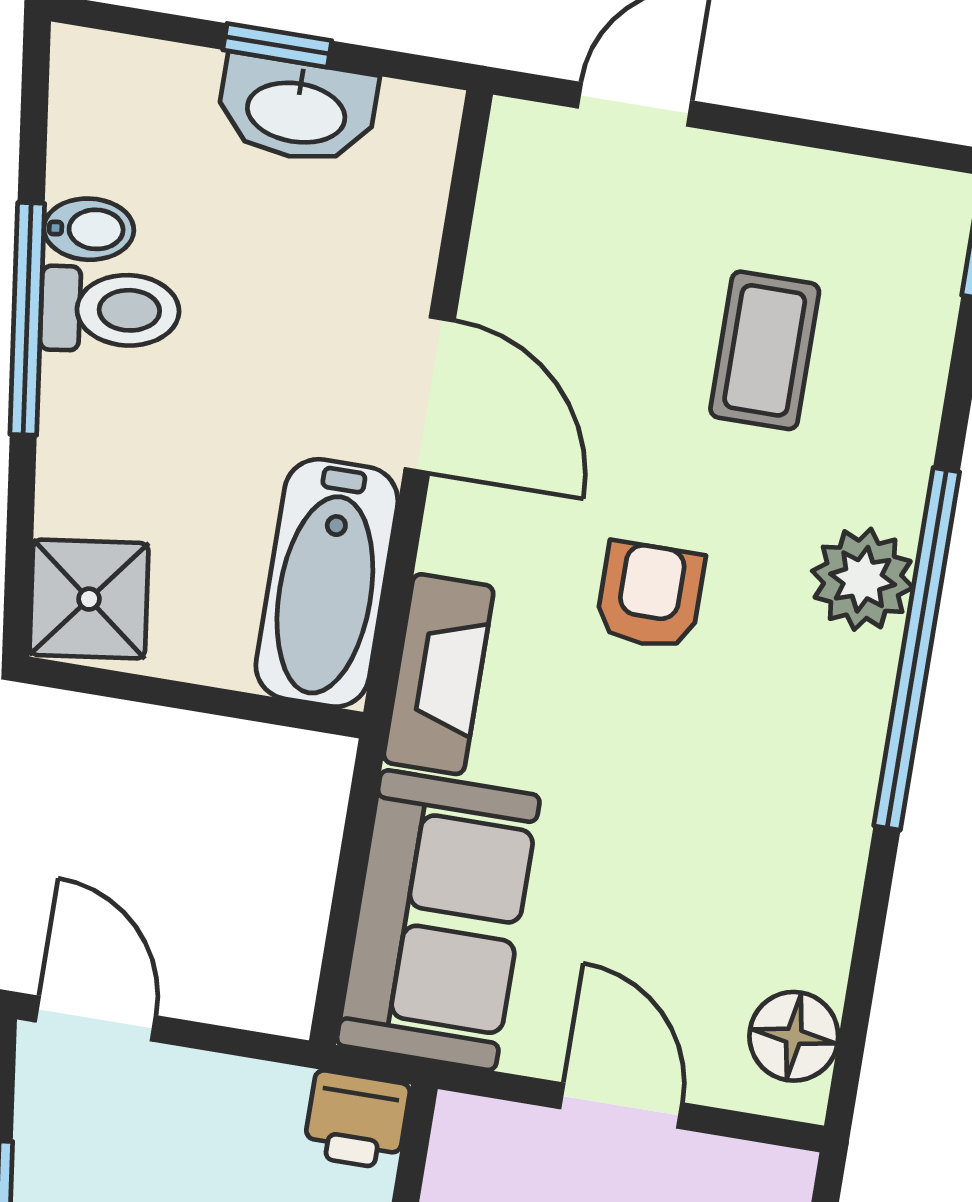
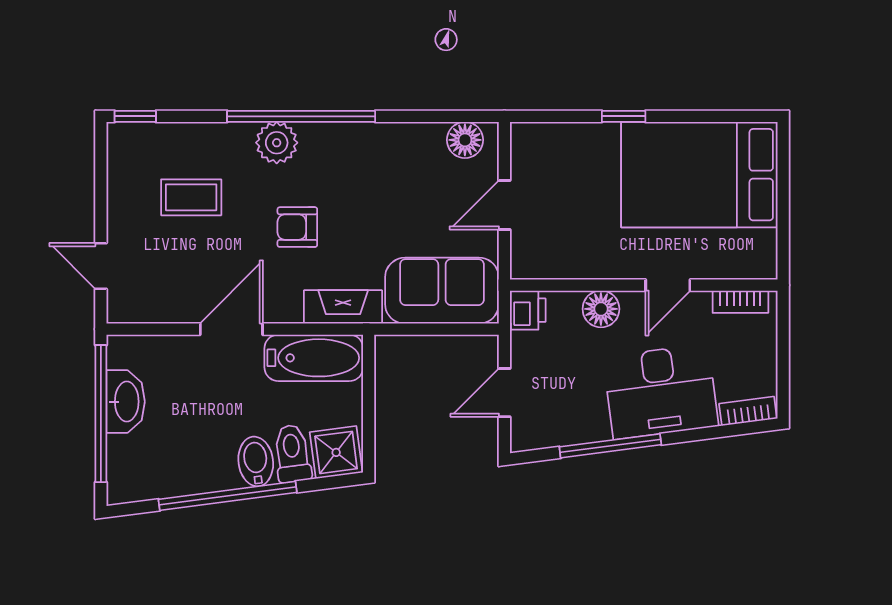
window: (277, 45) -> (101, 414), width x3.17
bidet: (89, 229) -> (256, 461), moved, width x1.38, depth x1.36
toilet: (110, 310) -> (292, 454), moved
window: (27, 319) -> (228, 496), width x1.46
door: (95, 1019) -> (504, 393), moved

